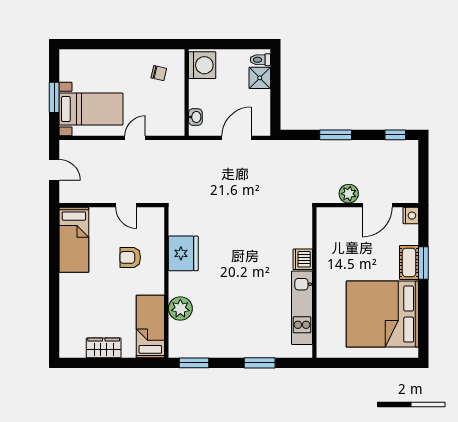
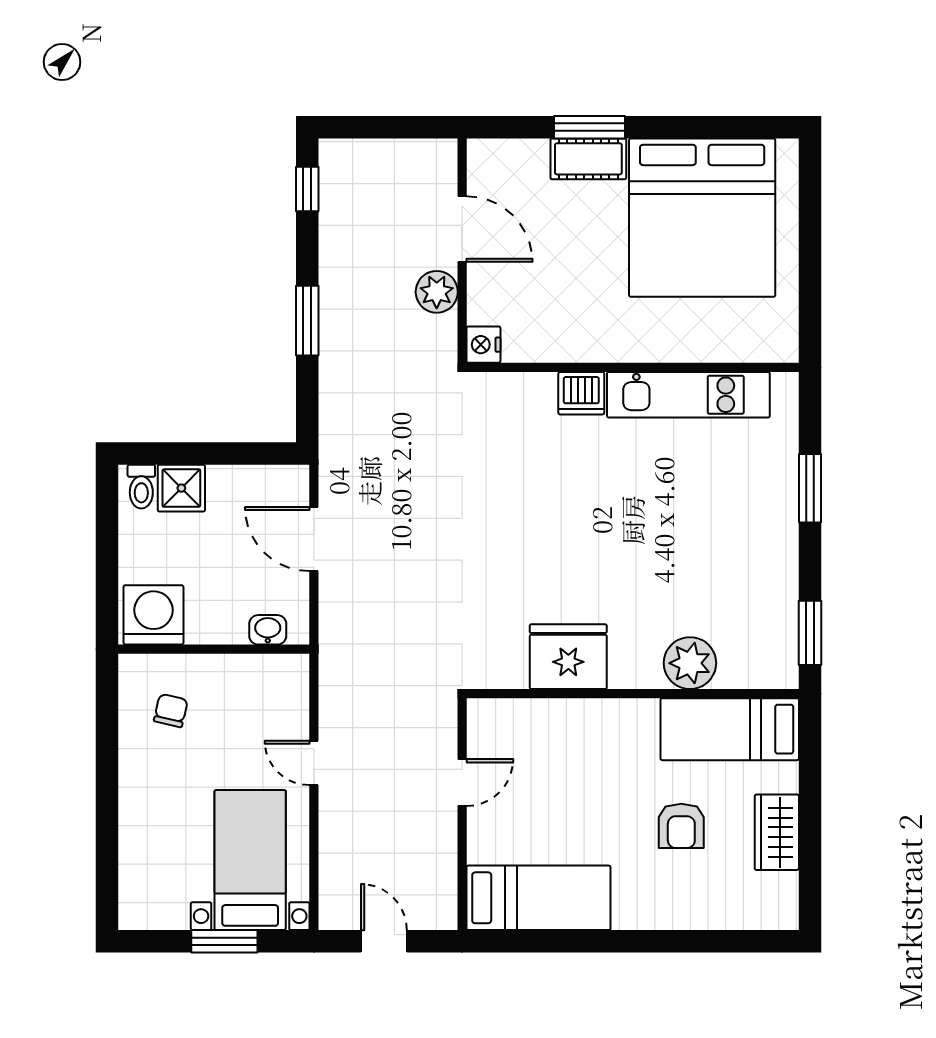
door: (54, 170) -> (384, 941), hinge flipped
nightstand: (411, 216) -> (483, 345), moved, turned -90
armchair: (130, 257) -> (681, 826), moved

